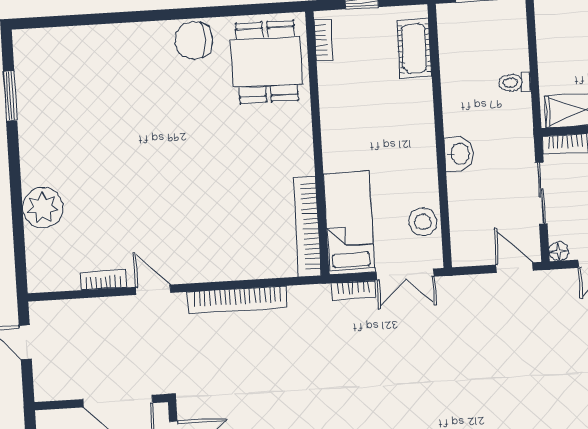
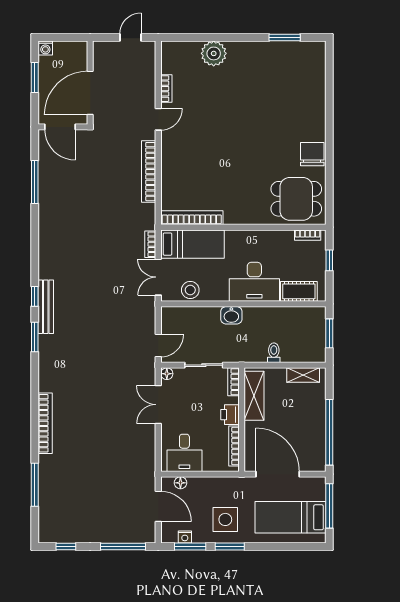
shelving: (547, 34) -> (303, 375), added
desk: (403, 121) -> (254, 282), added

